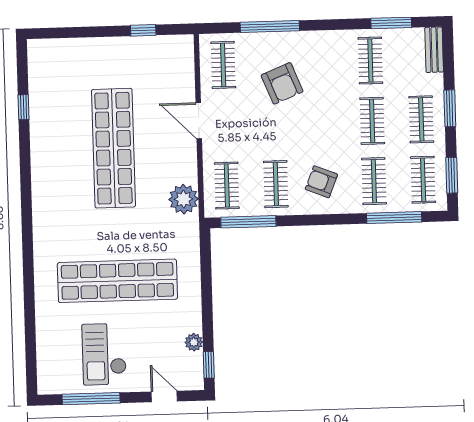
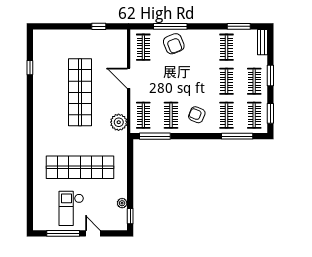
armchair: (282, 83) -> (174, 44), moved
door: (164, 396) -> (93, 233), moved

